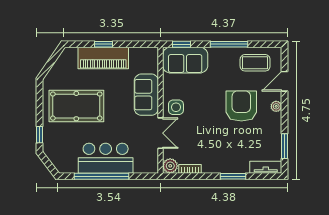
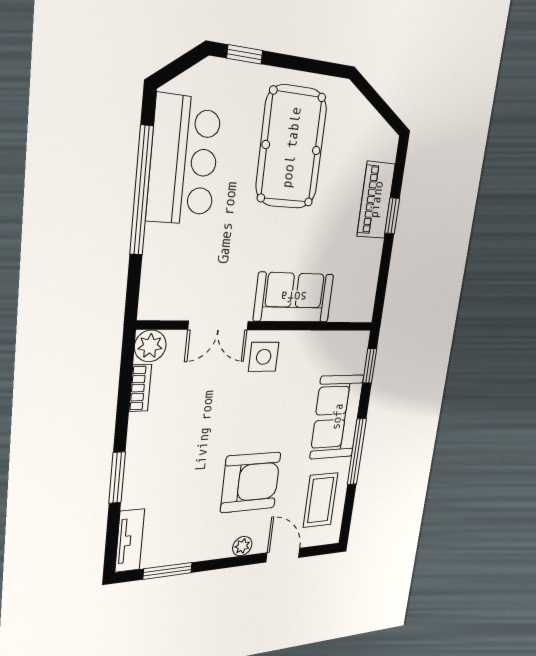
piano: (103, 58) -> (376, 200), width x0.73, depth x0.75
sofa: (185, 60) -> (337, 417), moved
bar counter: (106, 158) -> (184, 161), moved

